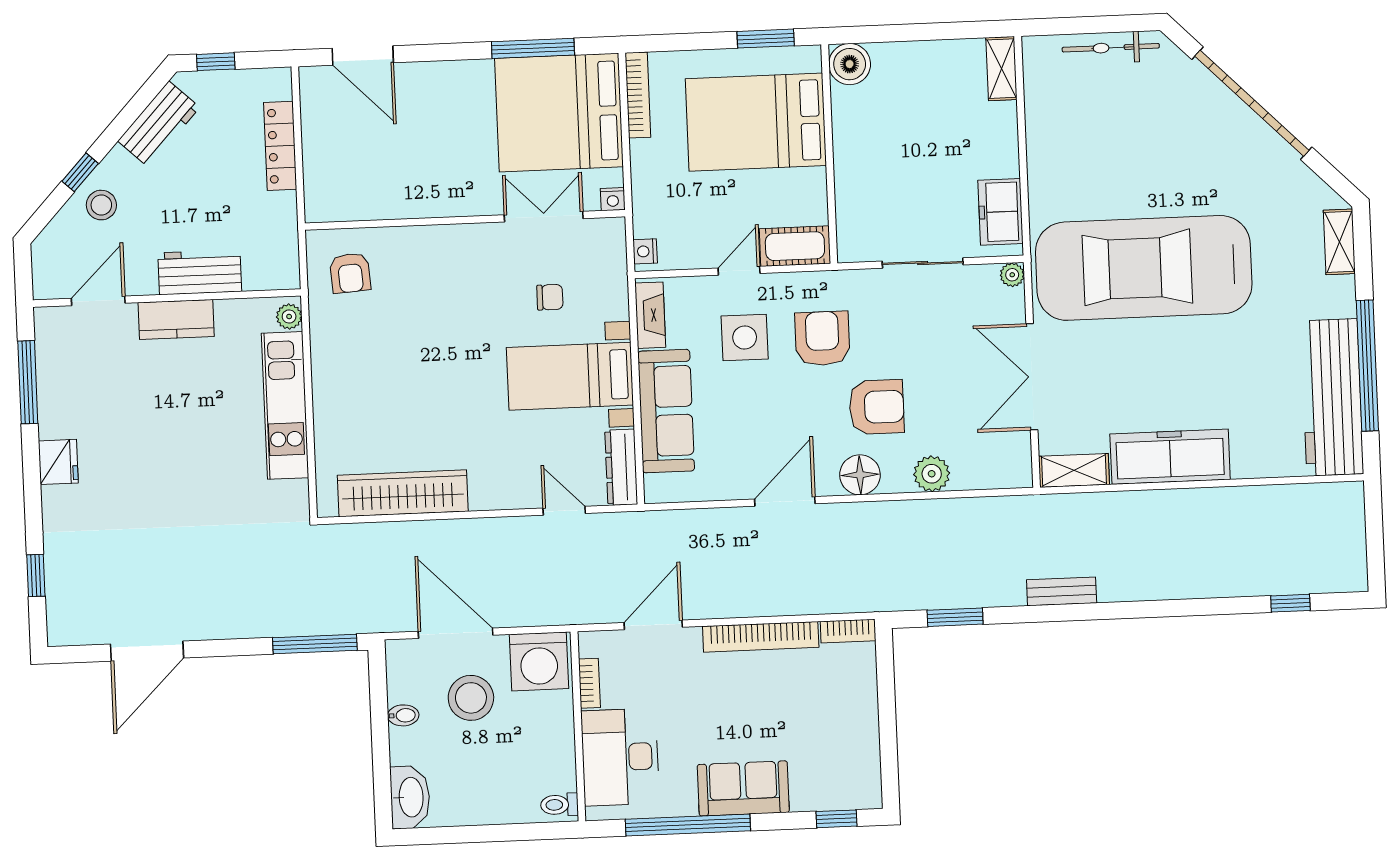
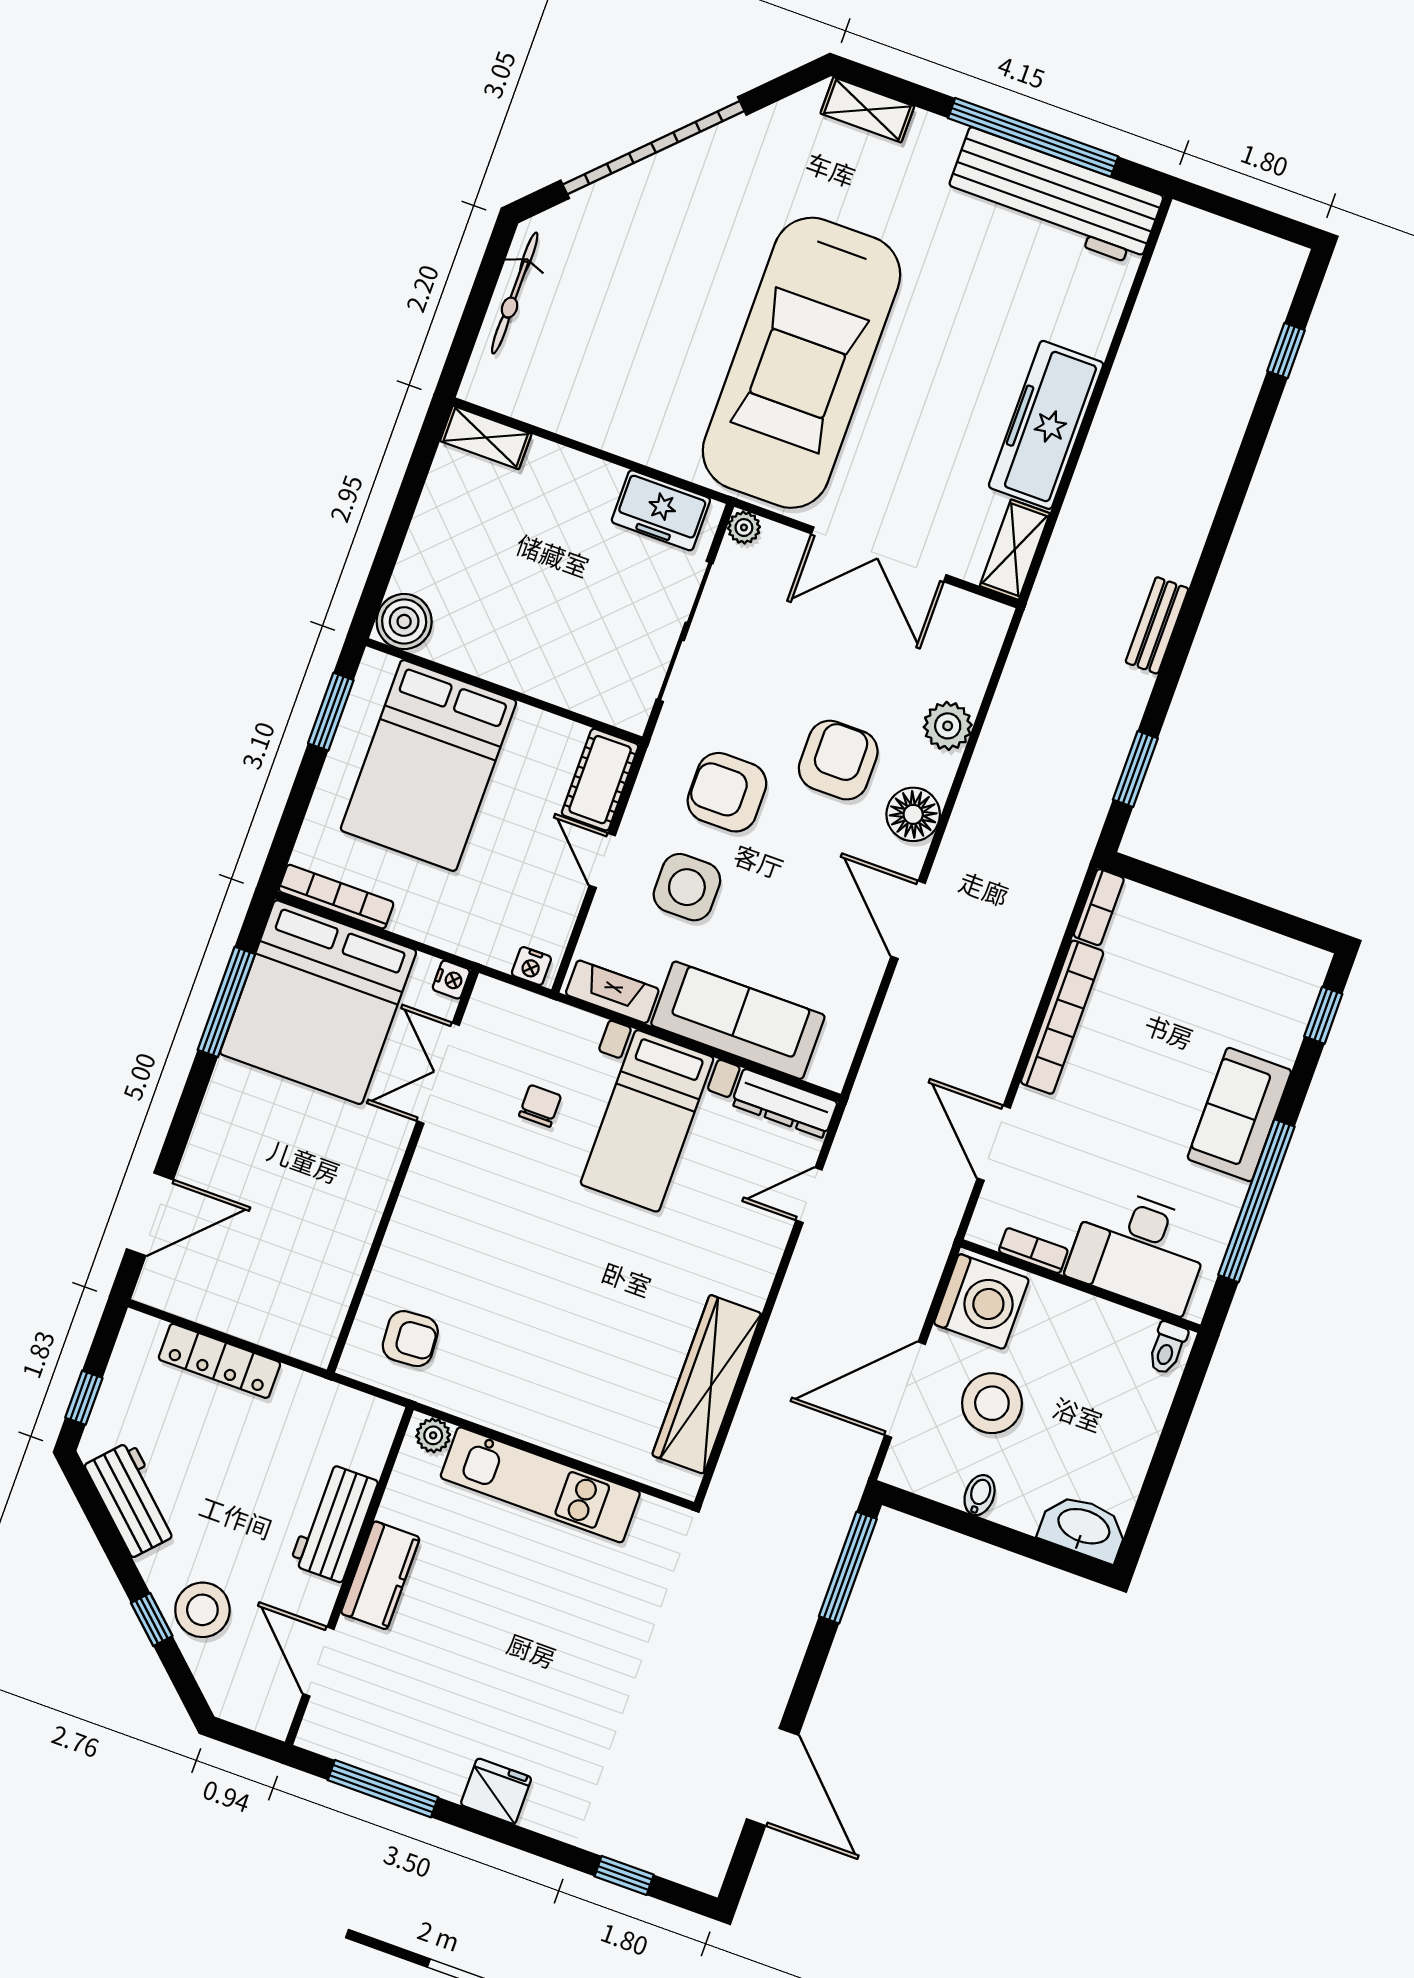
stool: (101, 205) -> (202, 1610), width x1.38, depth x1.38
sliding door: (923, 263) -> (685, 631), width x1.37

